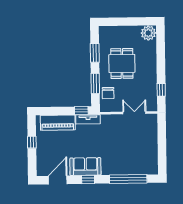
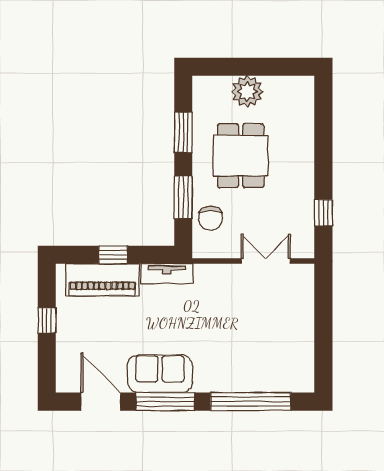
plant: (148, 33) -> (247, 92), moved
window: (81, 111) -> (113, 255), moved
door: (58, 180) -> (101, 402), hinge flipped
window: (88, 180) -> (165, 402), width x2.17

